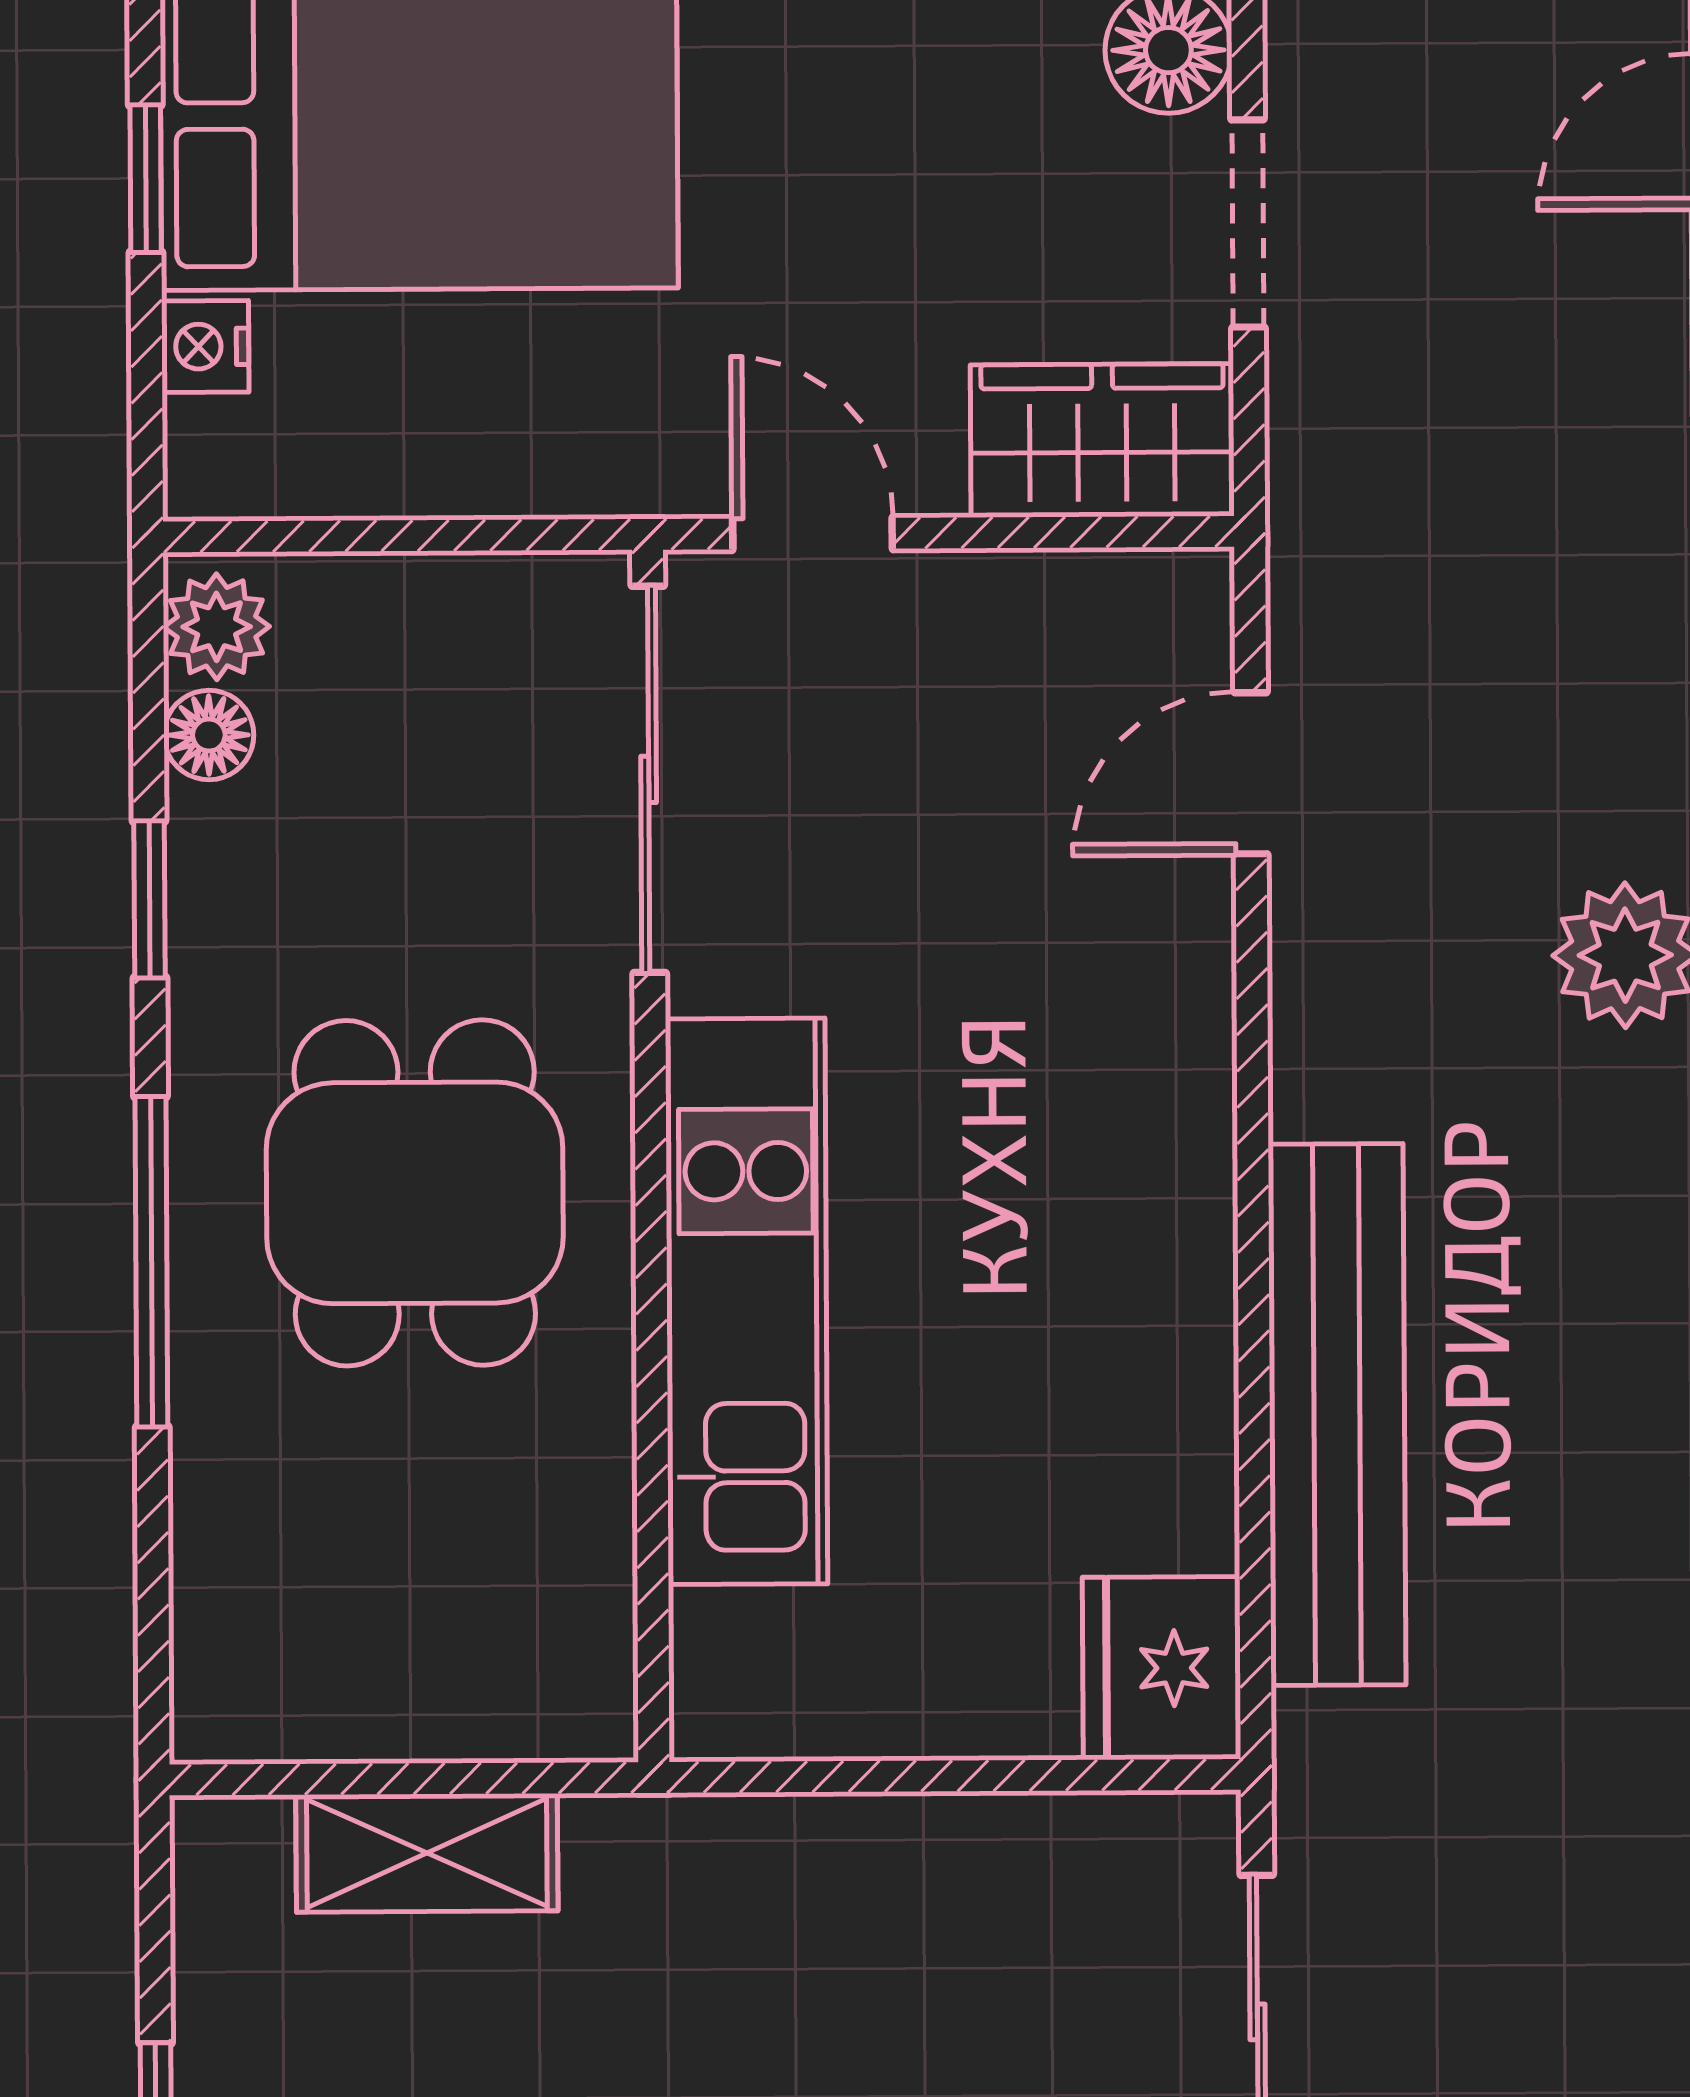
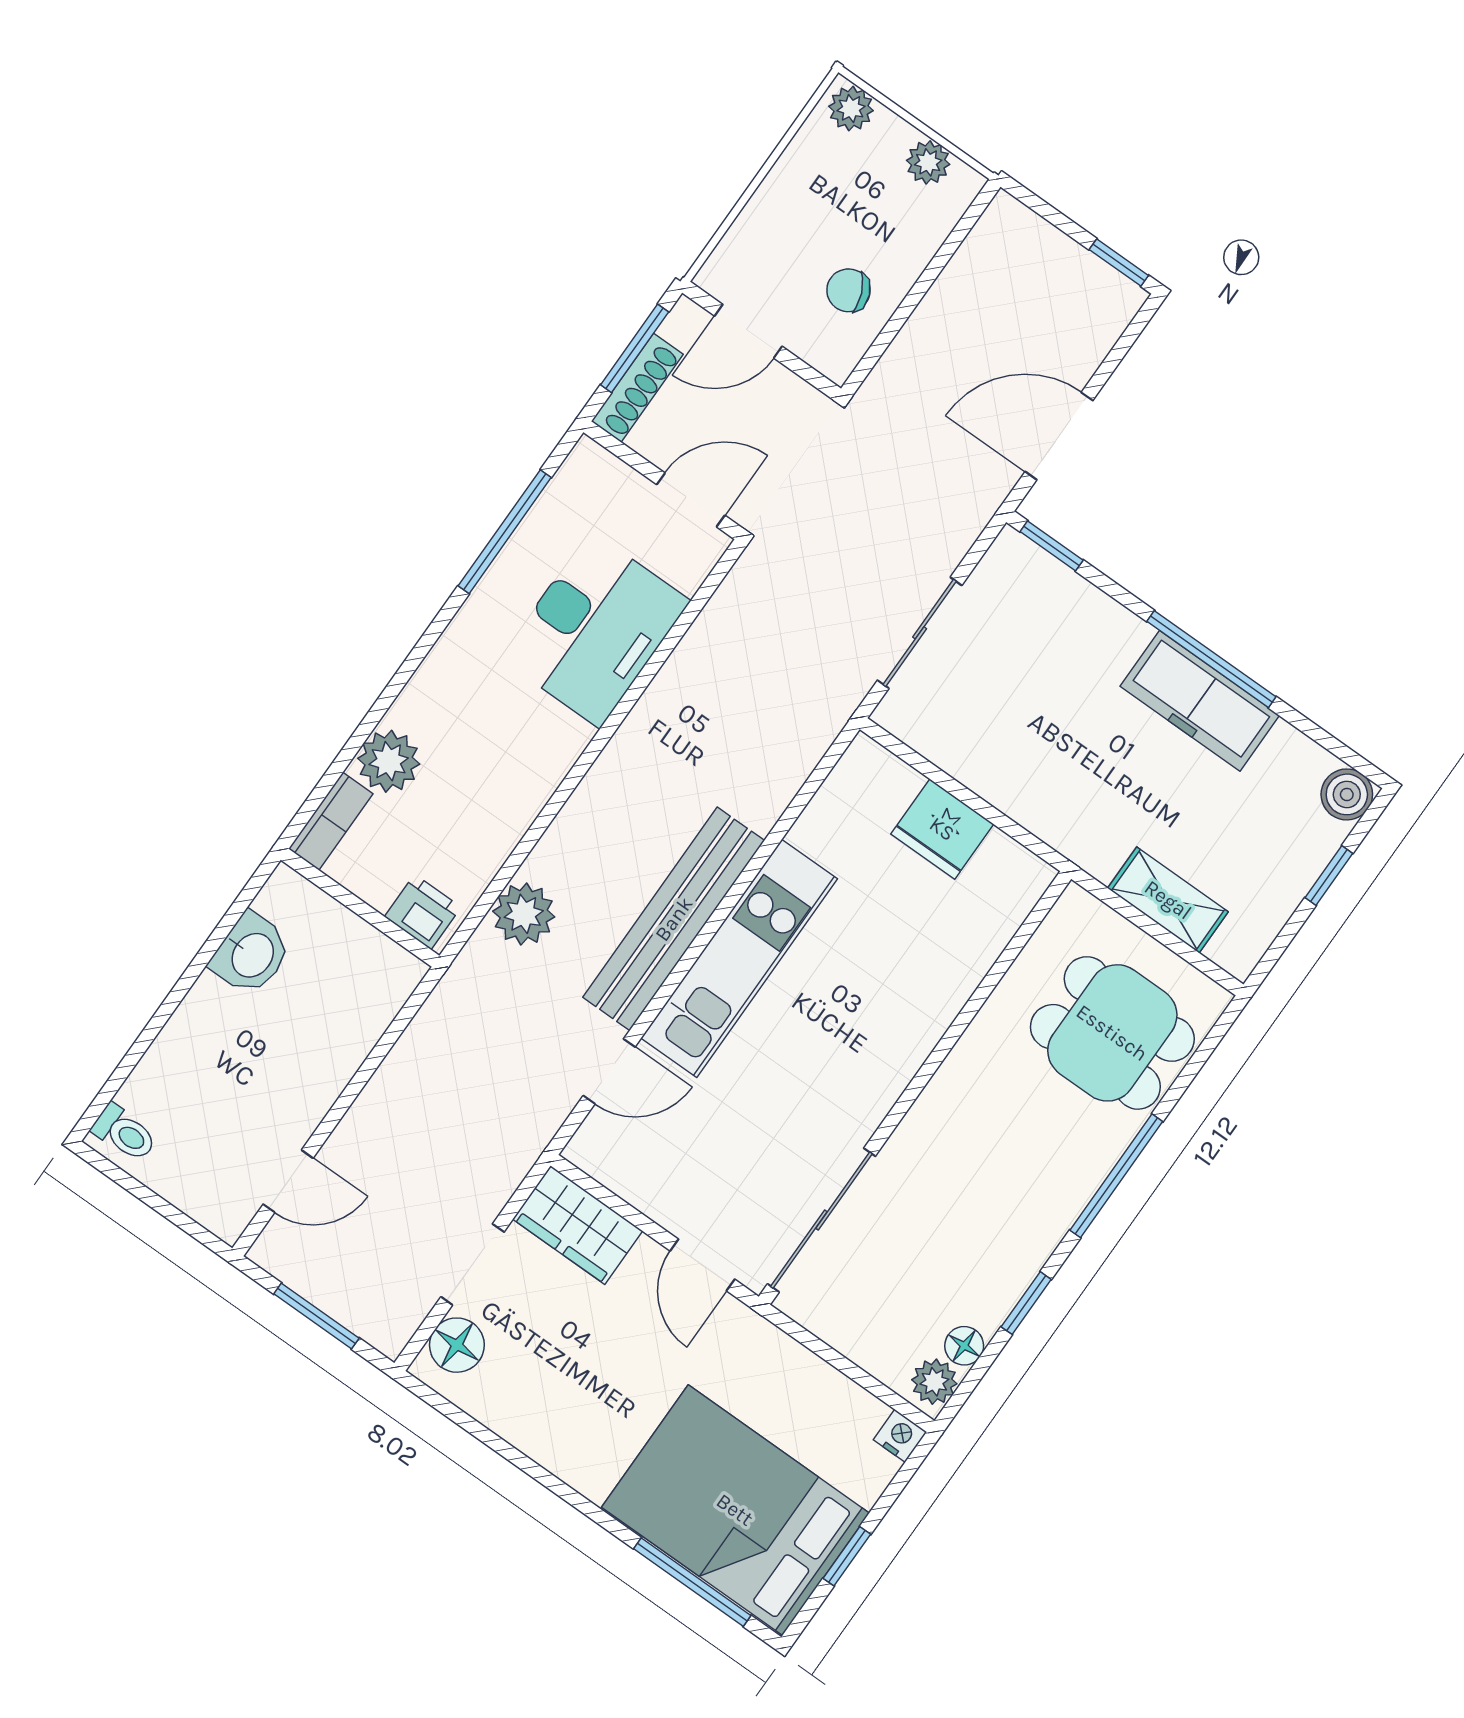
nightstand: (205, 347) -> (900, 1436), moved, turned -90
dining table: (415, 1193) -> (1112, 1033), moved, turned 90
kitchen unit: (747, 1301) -> (739, 959), moved, turned 180
bench: (1337, 1414) -> (674, 919), moved
fridge: (1162, 1668) -> (942, 829), moved, turned 90

